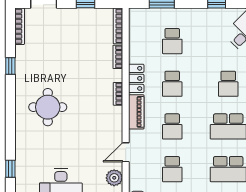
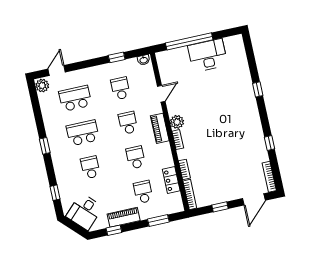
piano: (202, 16) -> (124, 217), added
locker: (136, 78) -> (171, 180), moved
round table: (48, 107) -> (232, 116), removed
window: (10, 169) -> (258, 89), moved
plant: (114, 178) -> (177, 122), moved

